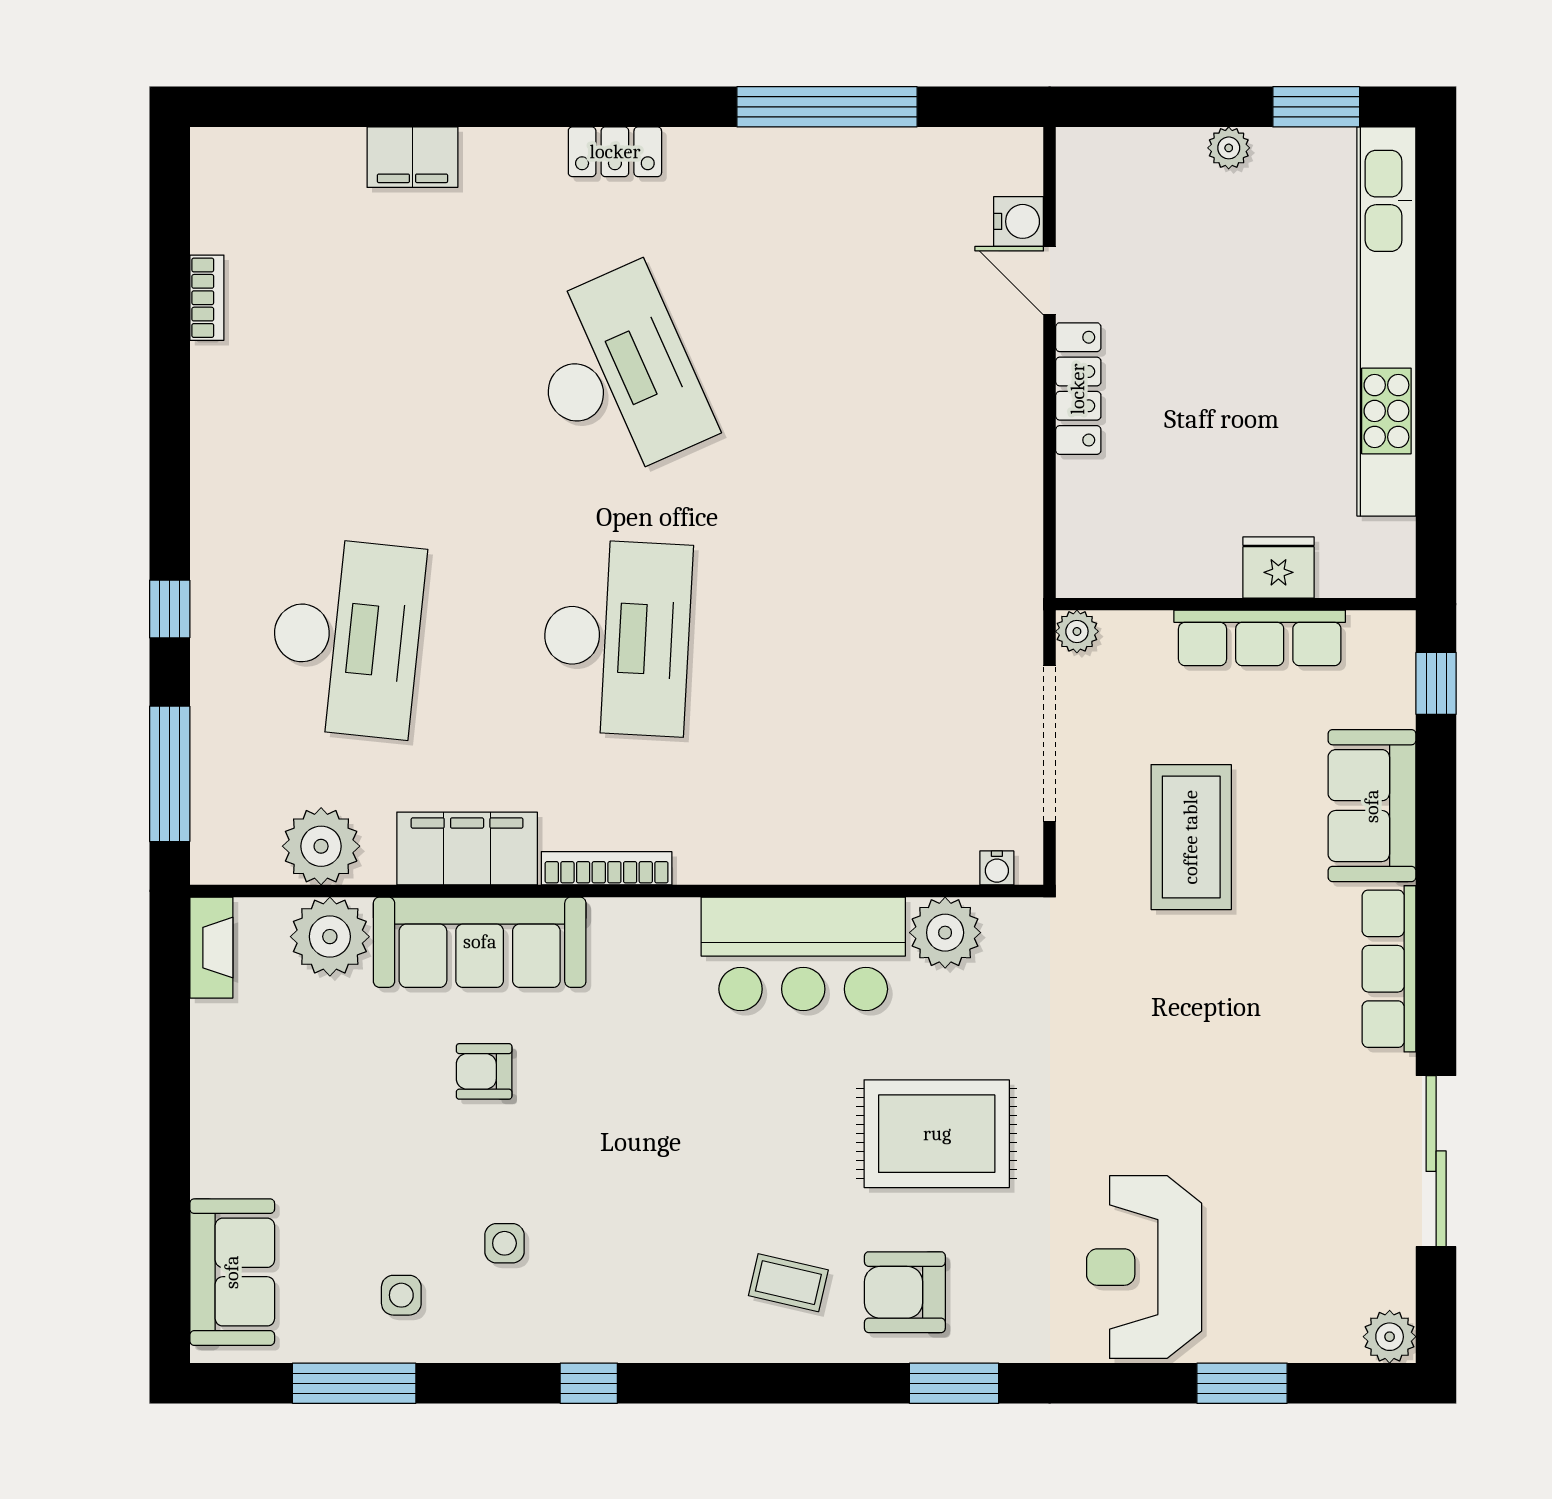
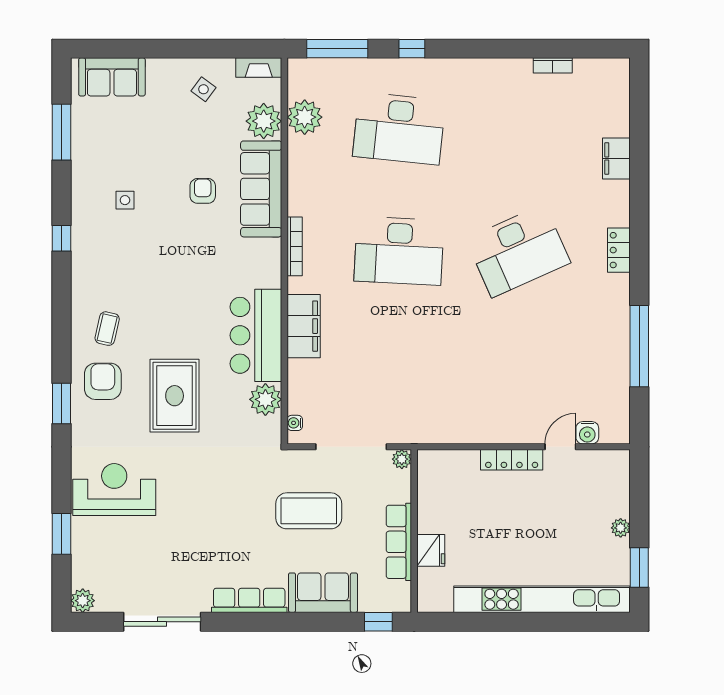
filing cabinet: (467, 849) -> (304, 326), moved
side table: (401, 1295) -> (203, 89), moved, turned 37

